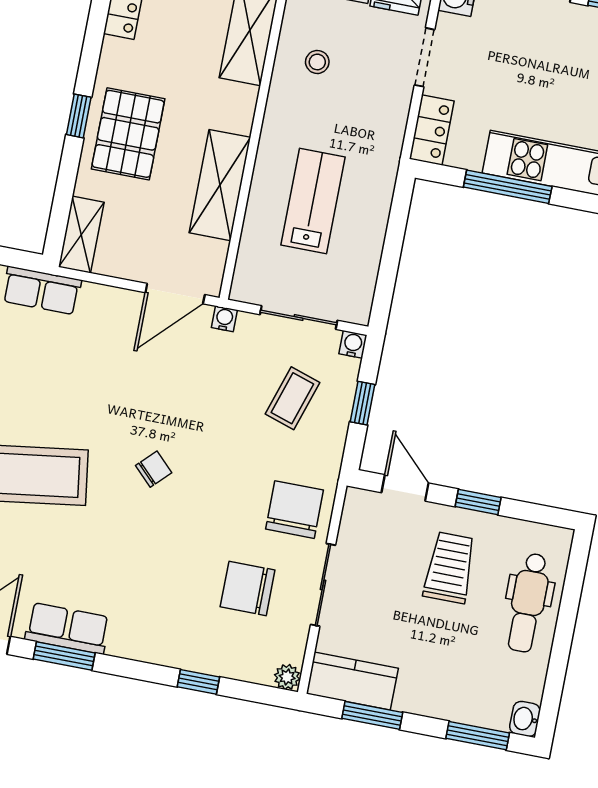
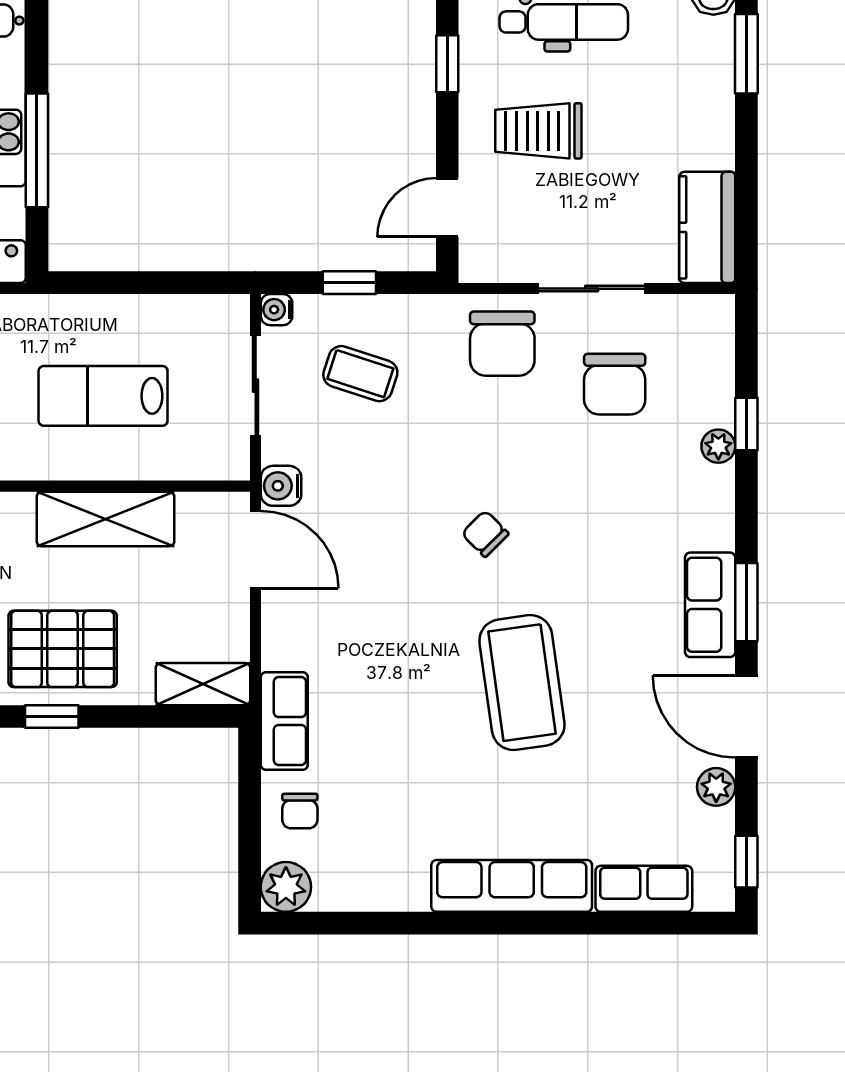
water cooler: (224, 319) -> (281, 486), width x1.38, depth x1.38
window: (478, 502) -> (447, 64), moved
chair: (294, 510) -> (502, 344), turned -90
plant: (287, 677) -> (718, 446), moved
window: (372, 715) -> (746, 194), removed

